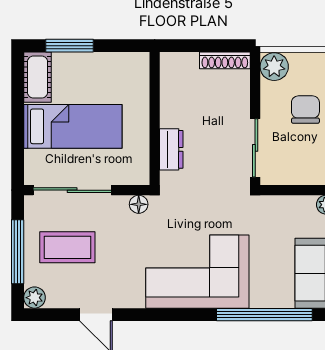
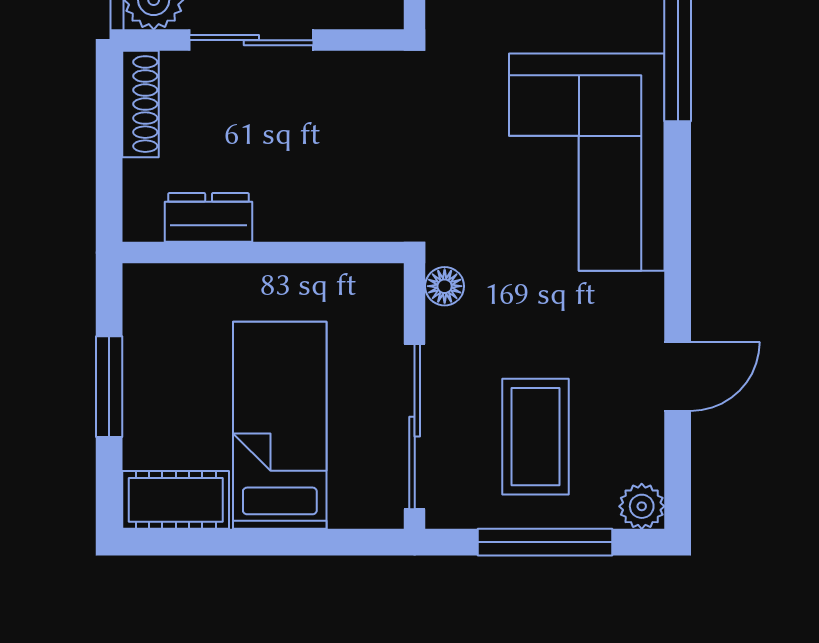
window: (69, 46) -> (109, 387), moved
sliding door: (255, 148) -> (251, 40), moved
dresser: (171, 149) -> (209, 217), moved

